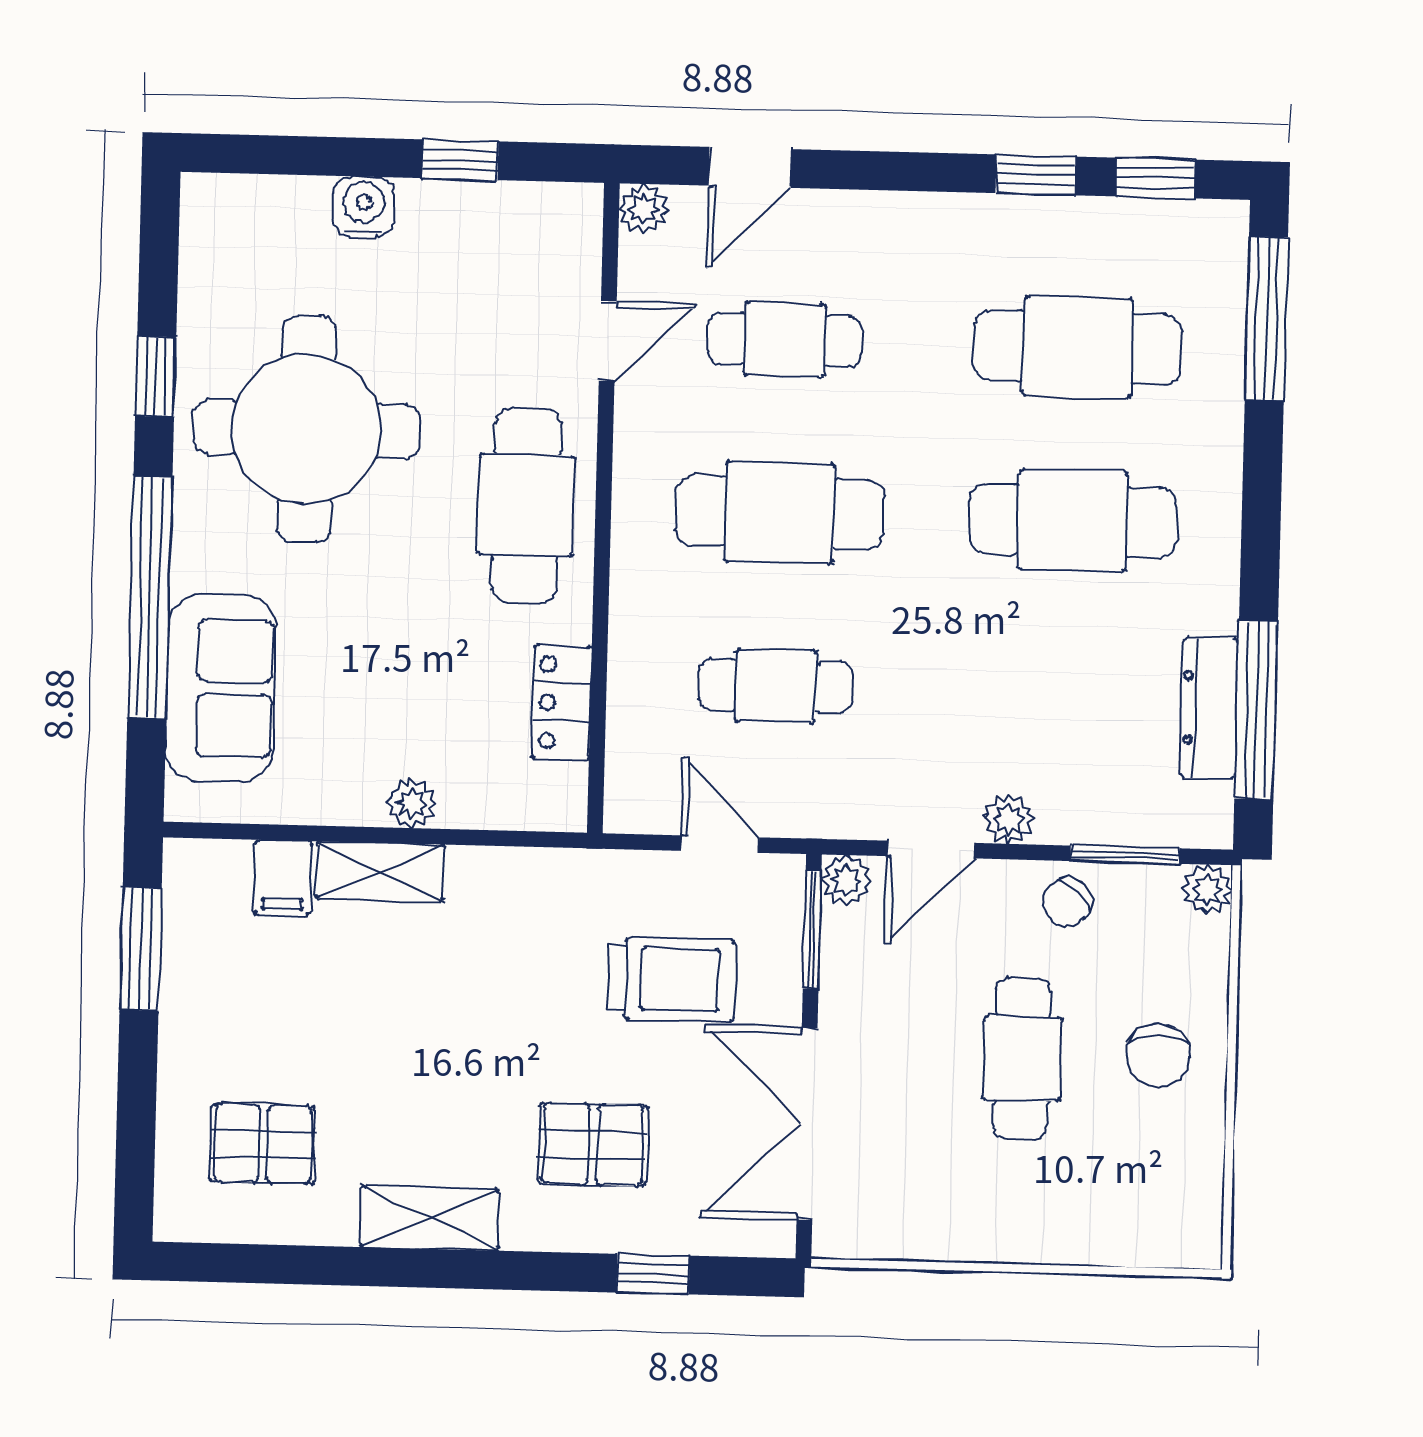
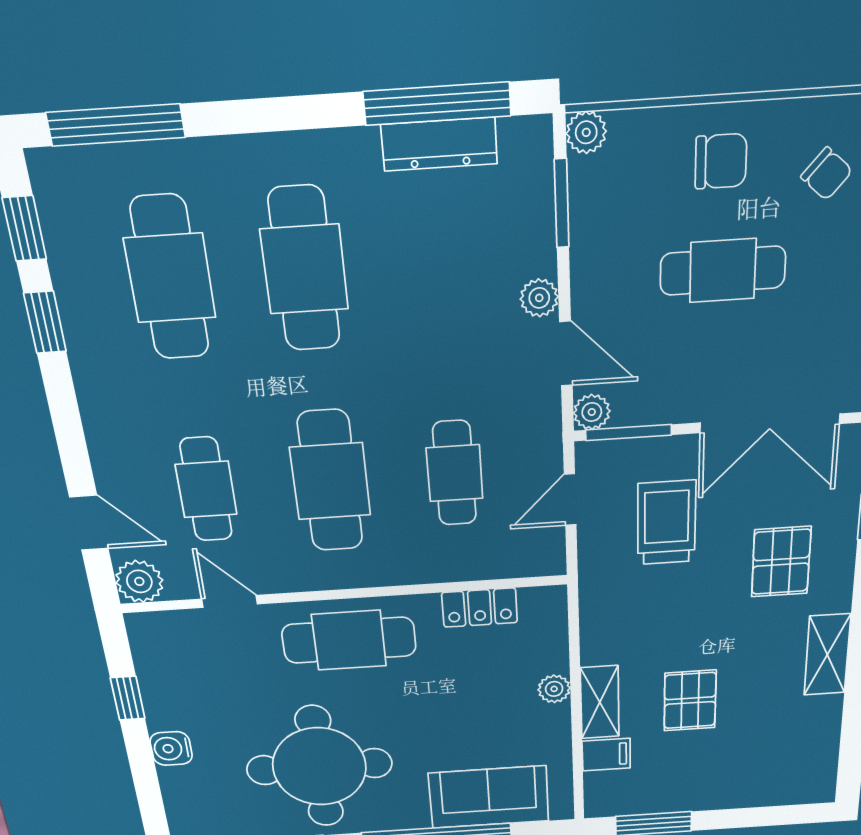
plant: (644, 209) -> (139, 581), width x1.38, depth x1.38
chair: (1068, 902) -> (827, 174), moved
pallet: (263, 1144) -> (690, 701), moved

